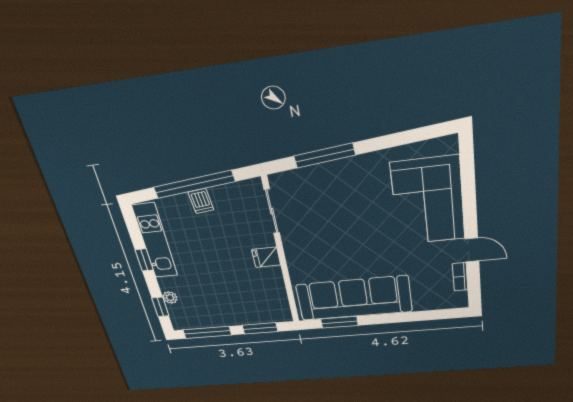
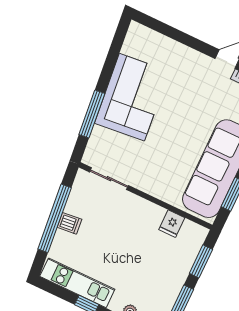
corner sofa: (428, 201) -> (132, 97), moved, turned -96
fridge: (266, 257) -> (172, 224), moved

